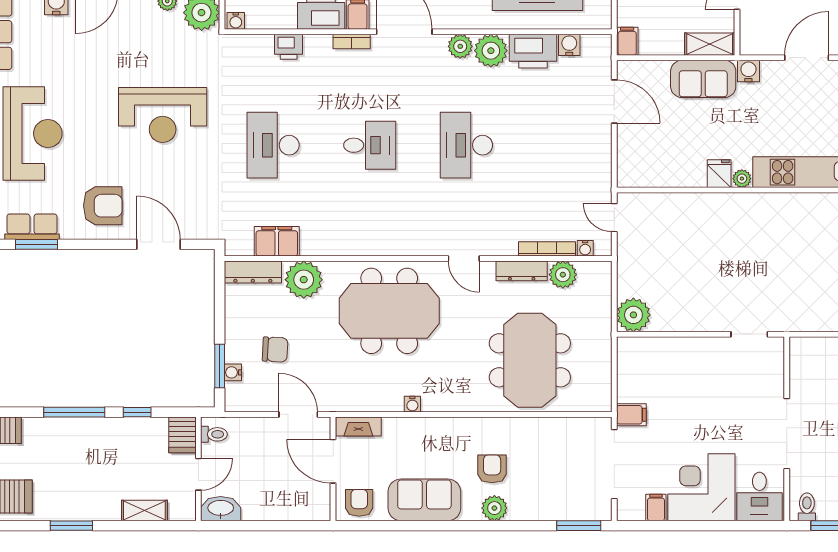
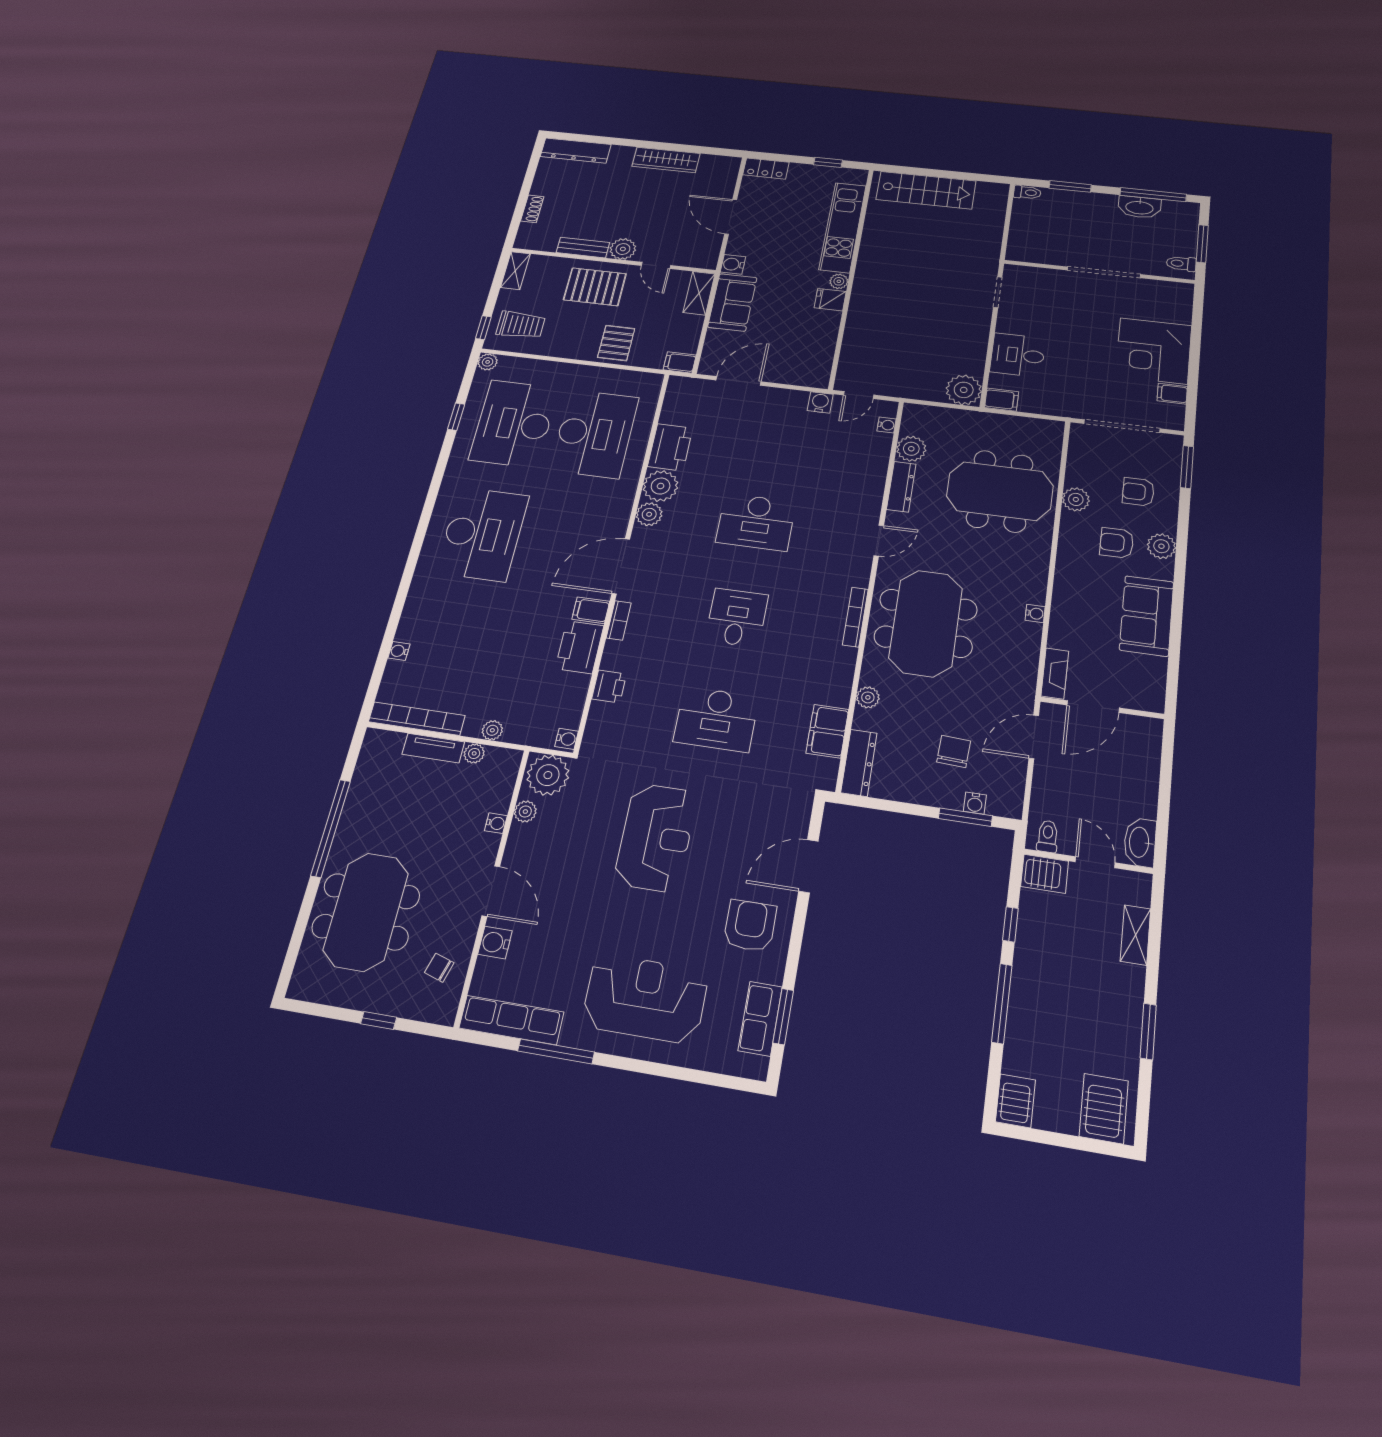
water cooler: (569, 45) -> (820, 402), moved, turned 90
bookcase: (547, 249) -> (855, 617), moved
plant: (304, 280) -> (868, 697), width x0.53, depth x0.53
filing cabinet: (631, 415) -> (1002, 400), moved, turned 90
plant: (531, 429) -> (1076, 499), added
desk: (759, 496) -> (1018, 355), moved, turned 180
armchair: (359, 503) -> (1138, 492), moved

